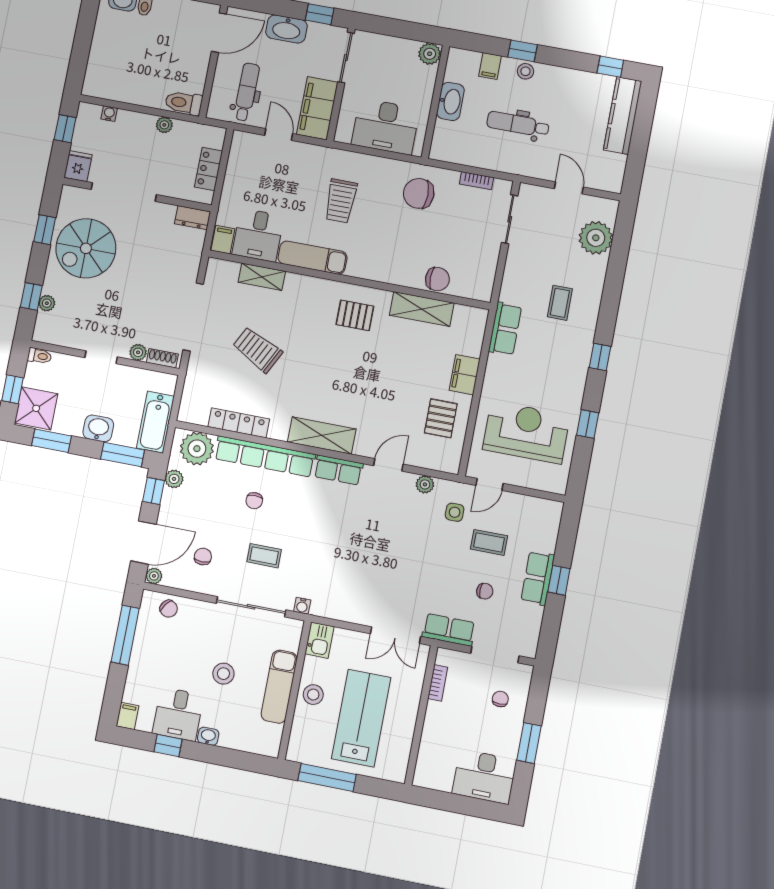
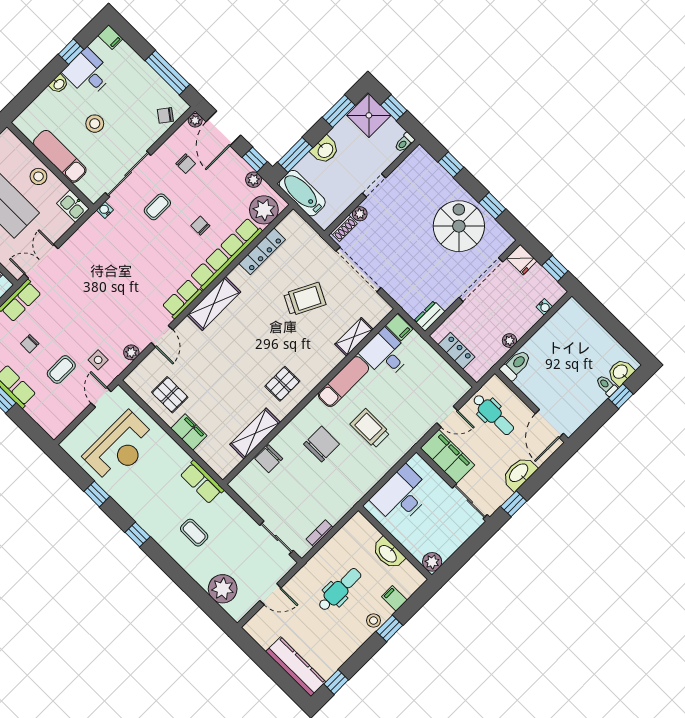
chair: (419, 193) -> (322, 444), moved
plant: (47, 303) -> (439, 172), removed

